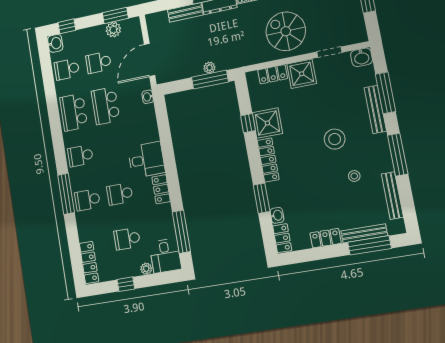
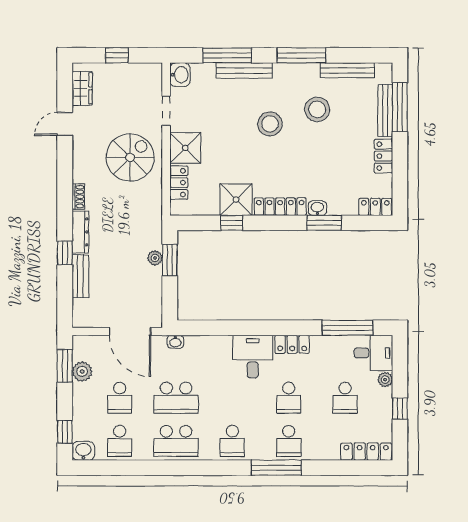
spiral stairs: (286, 31) -> (130, 157), turned 180
window: (210, 80) -> (170, 260), width x0.69
stool: (354, 176) -> (317, 109), width x1.89, depth x1.89
washbasin: (277, 215) -> (317, 208), moved

